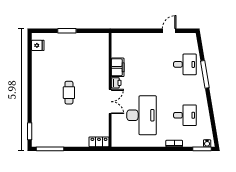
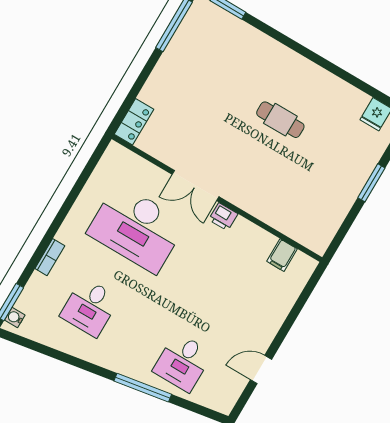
door: (169, 31) -> (261, 370), swing flipped
filing cabinet: (118, 67) -> (282, 255), moved, width x0.50
cafe table: (69, 93) -> (280, 120), moved

